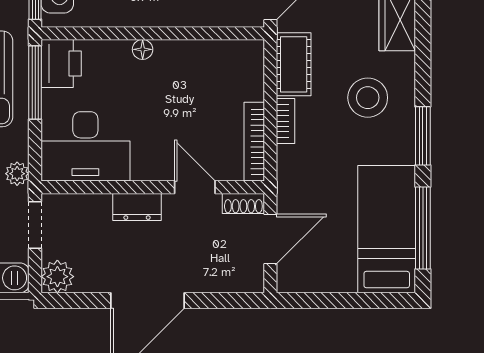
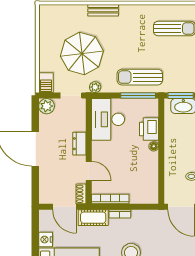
printer: (61, 64) -> (149, 129), moved, turned 90
cot: (294, 64) -> (93, 218), moved
door: (195, 187) -> (89, 171), hinge flipped
nightstand: (340, 279) -> (46, 240), added

